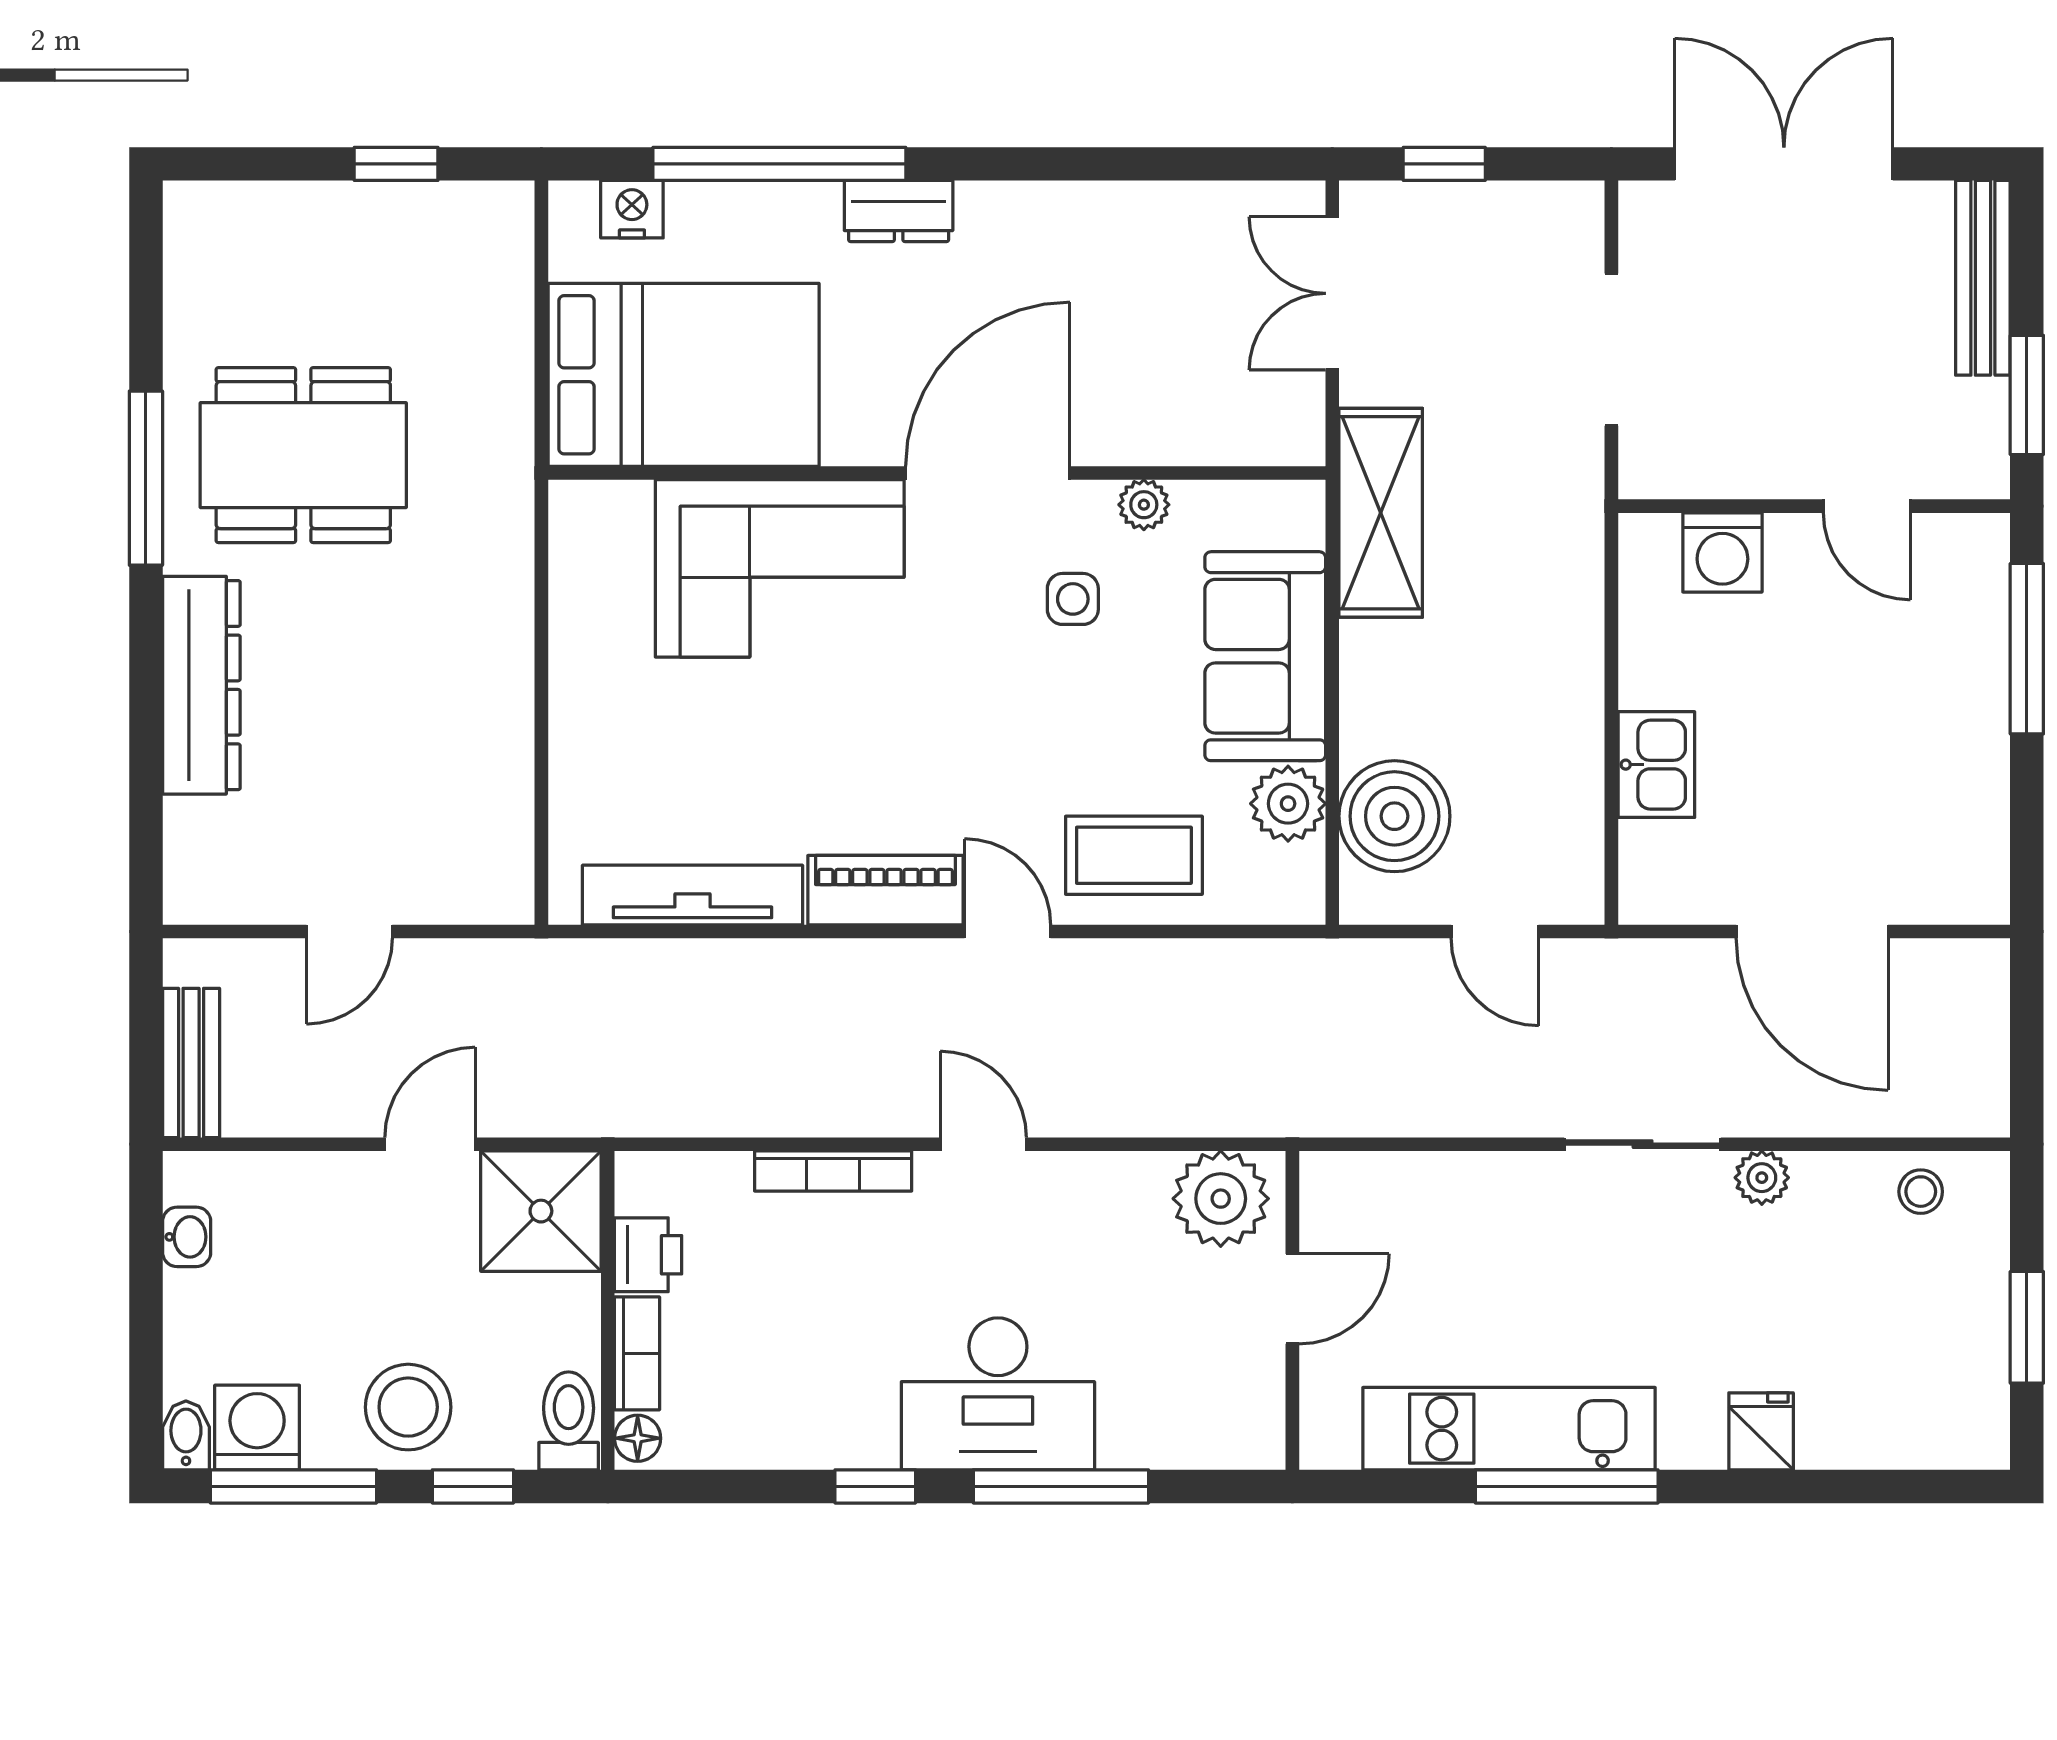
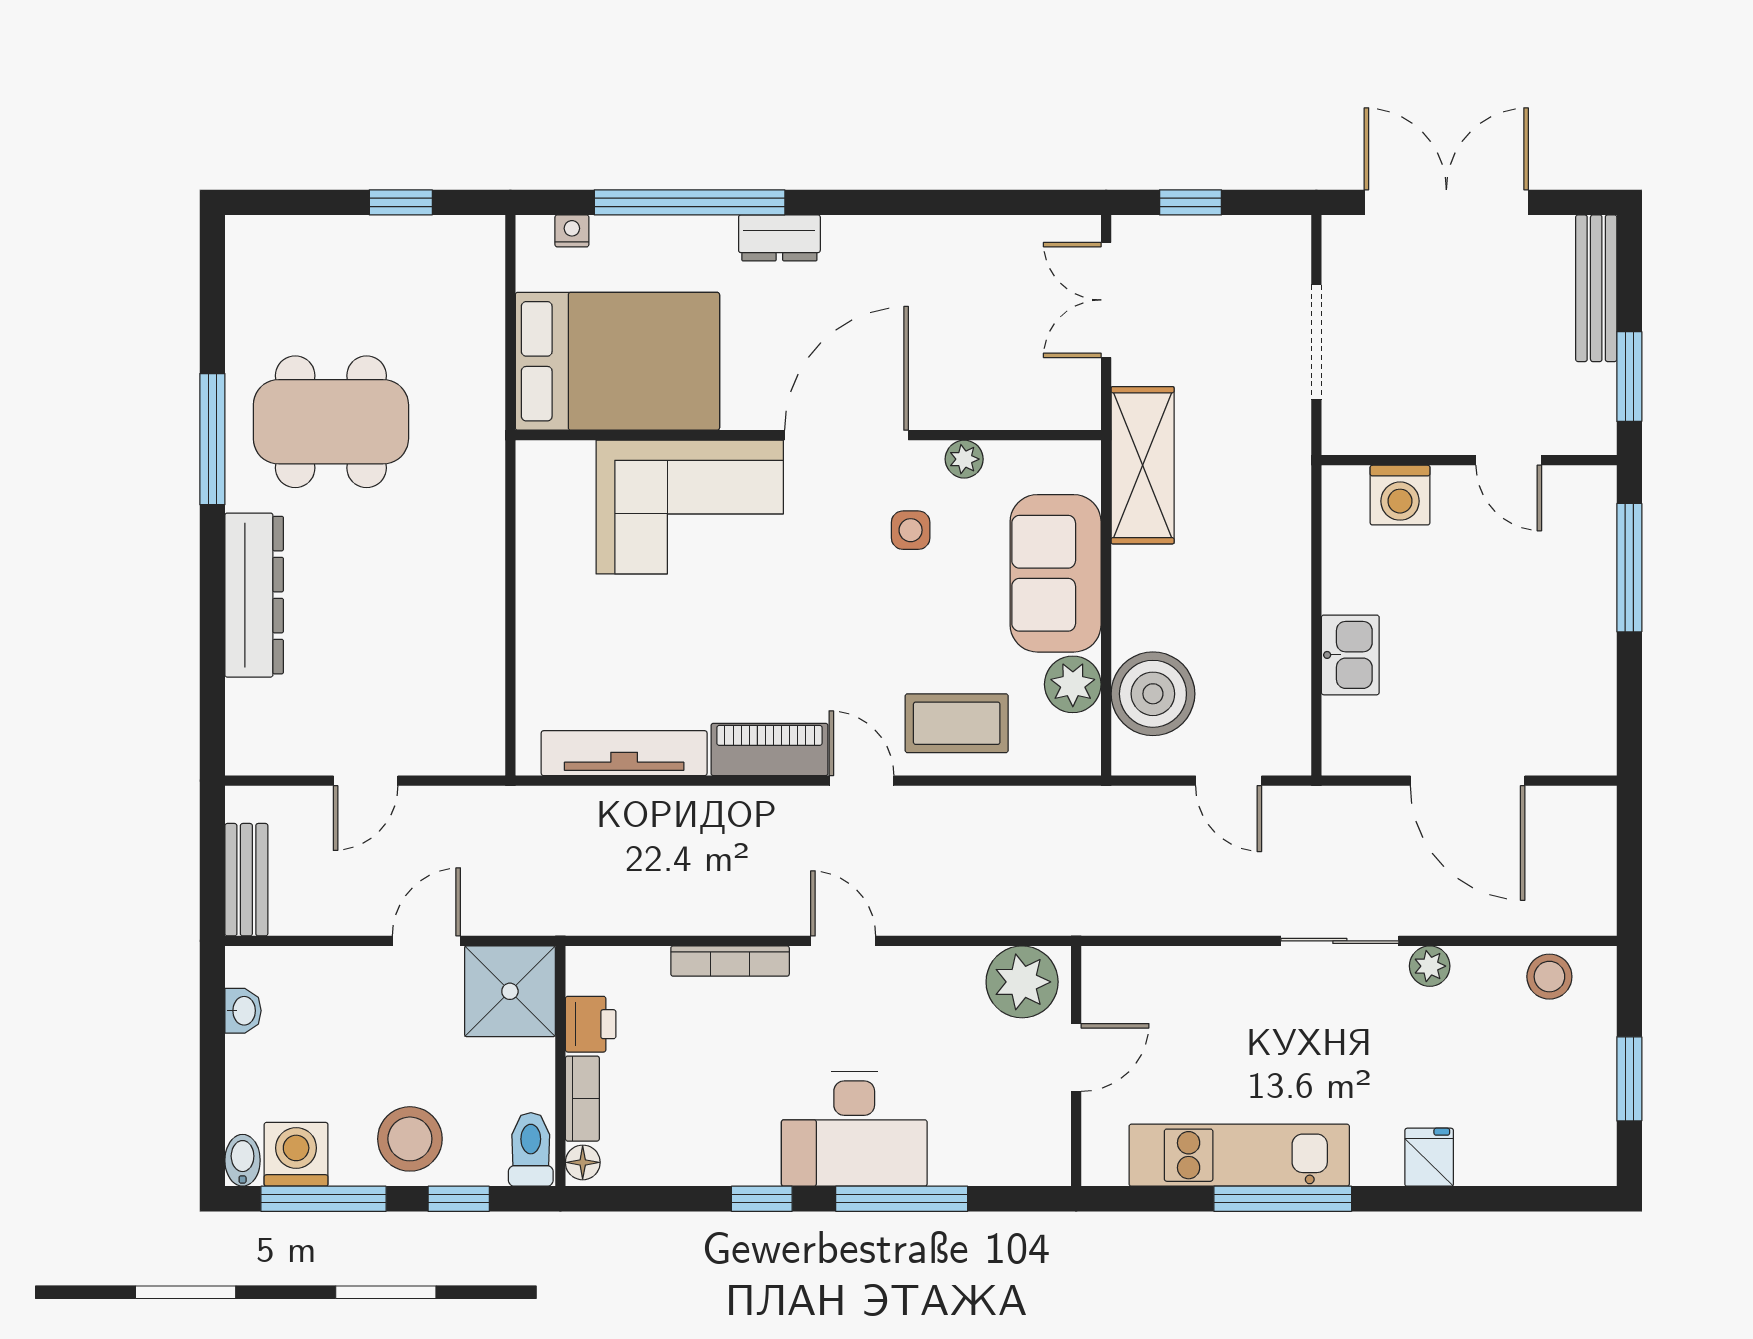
nightstand: (632, 209) -> (572, 231), width x0.72, depth x0.74
stool: (1921, 1192) -> (1549, 977), width x1.37, depth x1.37

